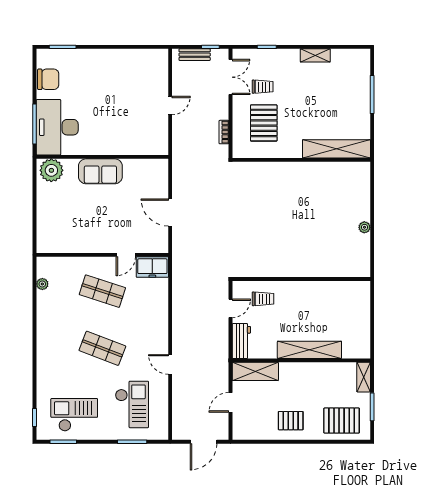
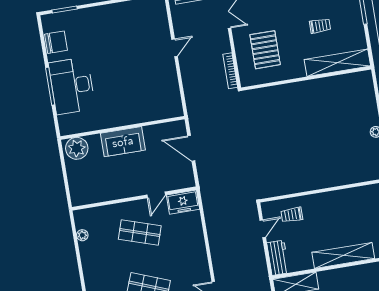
trolley: (263, 87) -> (320, 26), moved
bookcase: (224, 132) -> (230, 71), width x1.56
wall: (102, 157) -> (122, 128), moved
plant: (51, 170) -> (77, 148), moved
sofa: (100, 171) -> (123, 142), moved
trolley: (263, 299) -> (292, 215), turned 180

